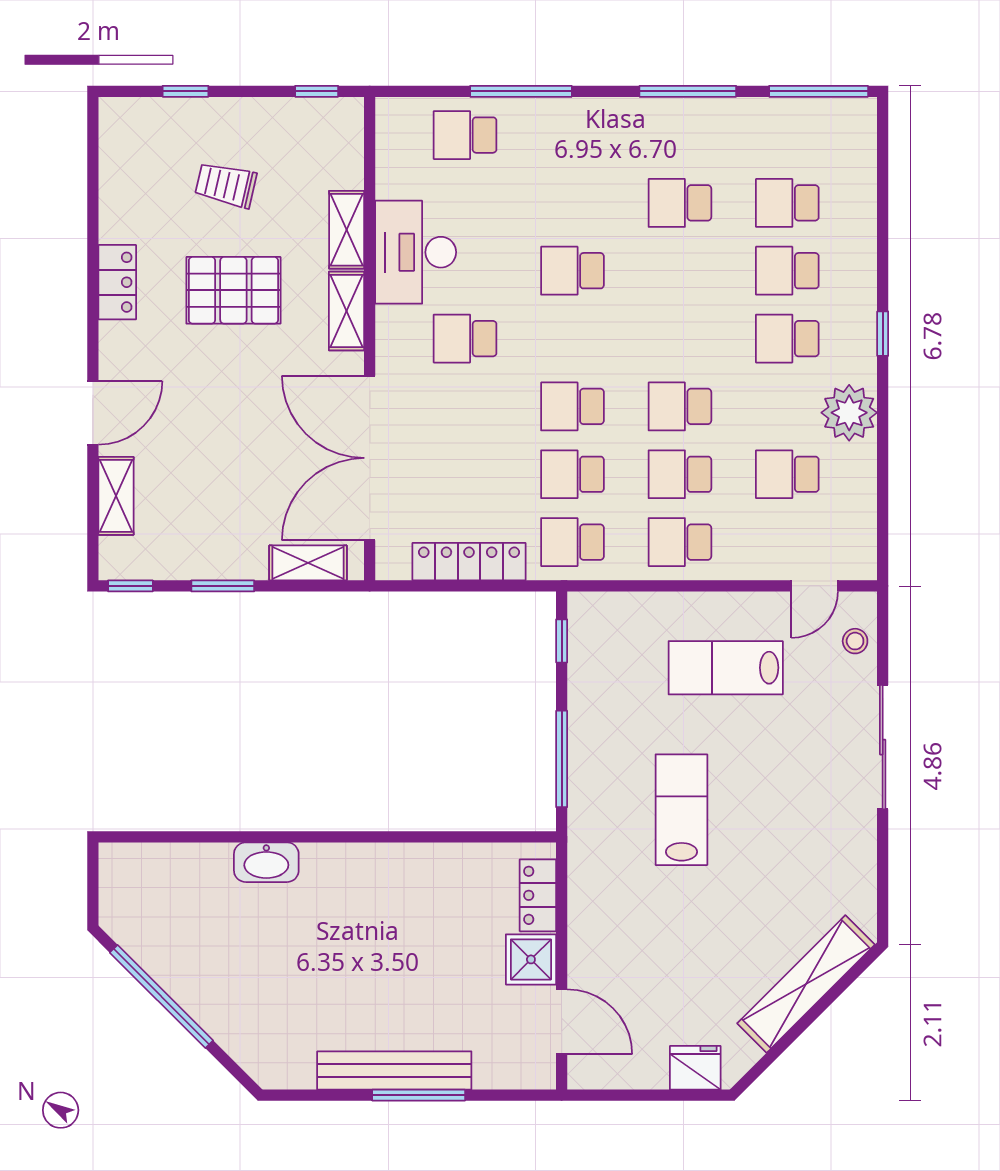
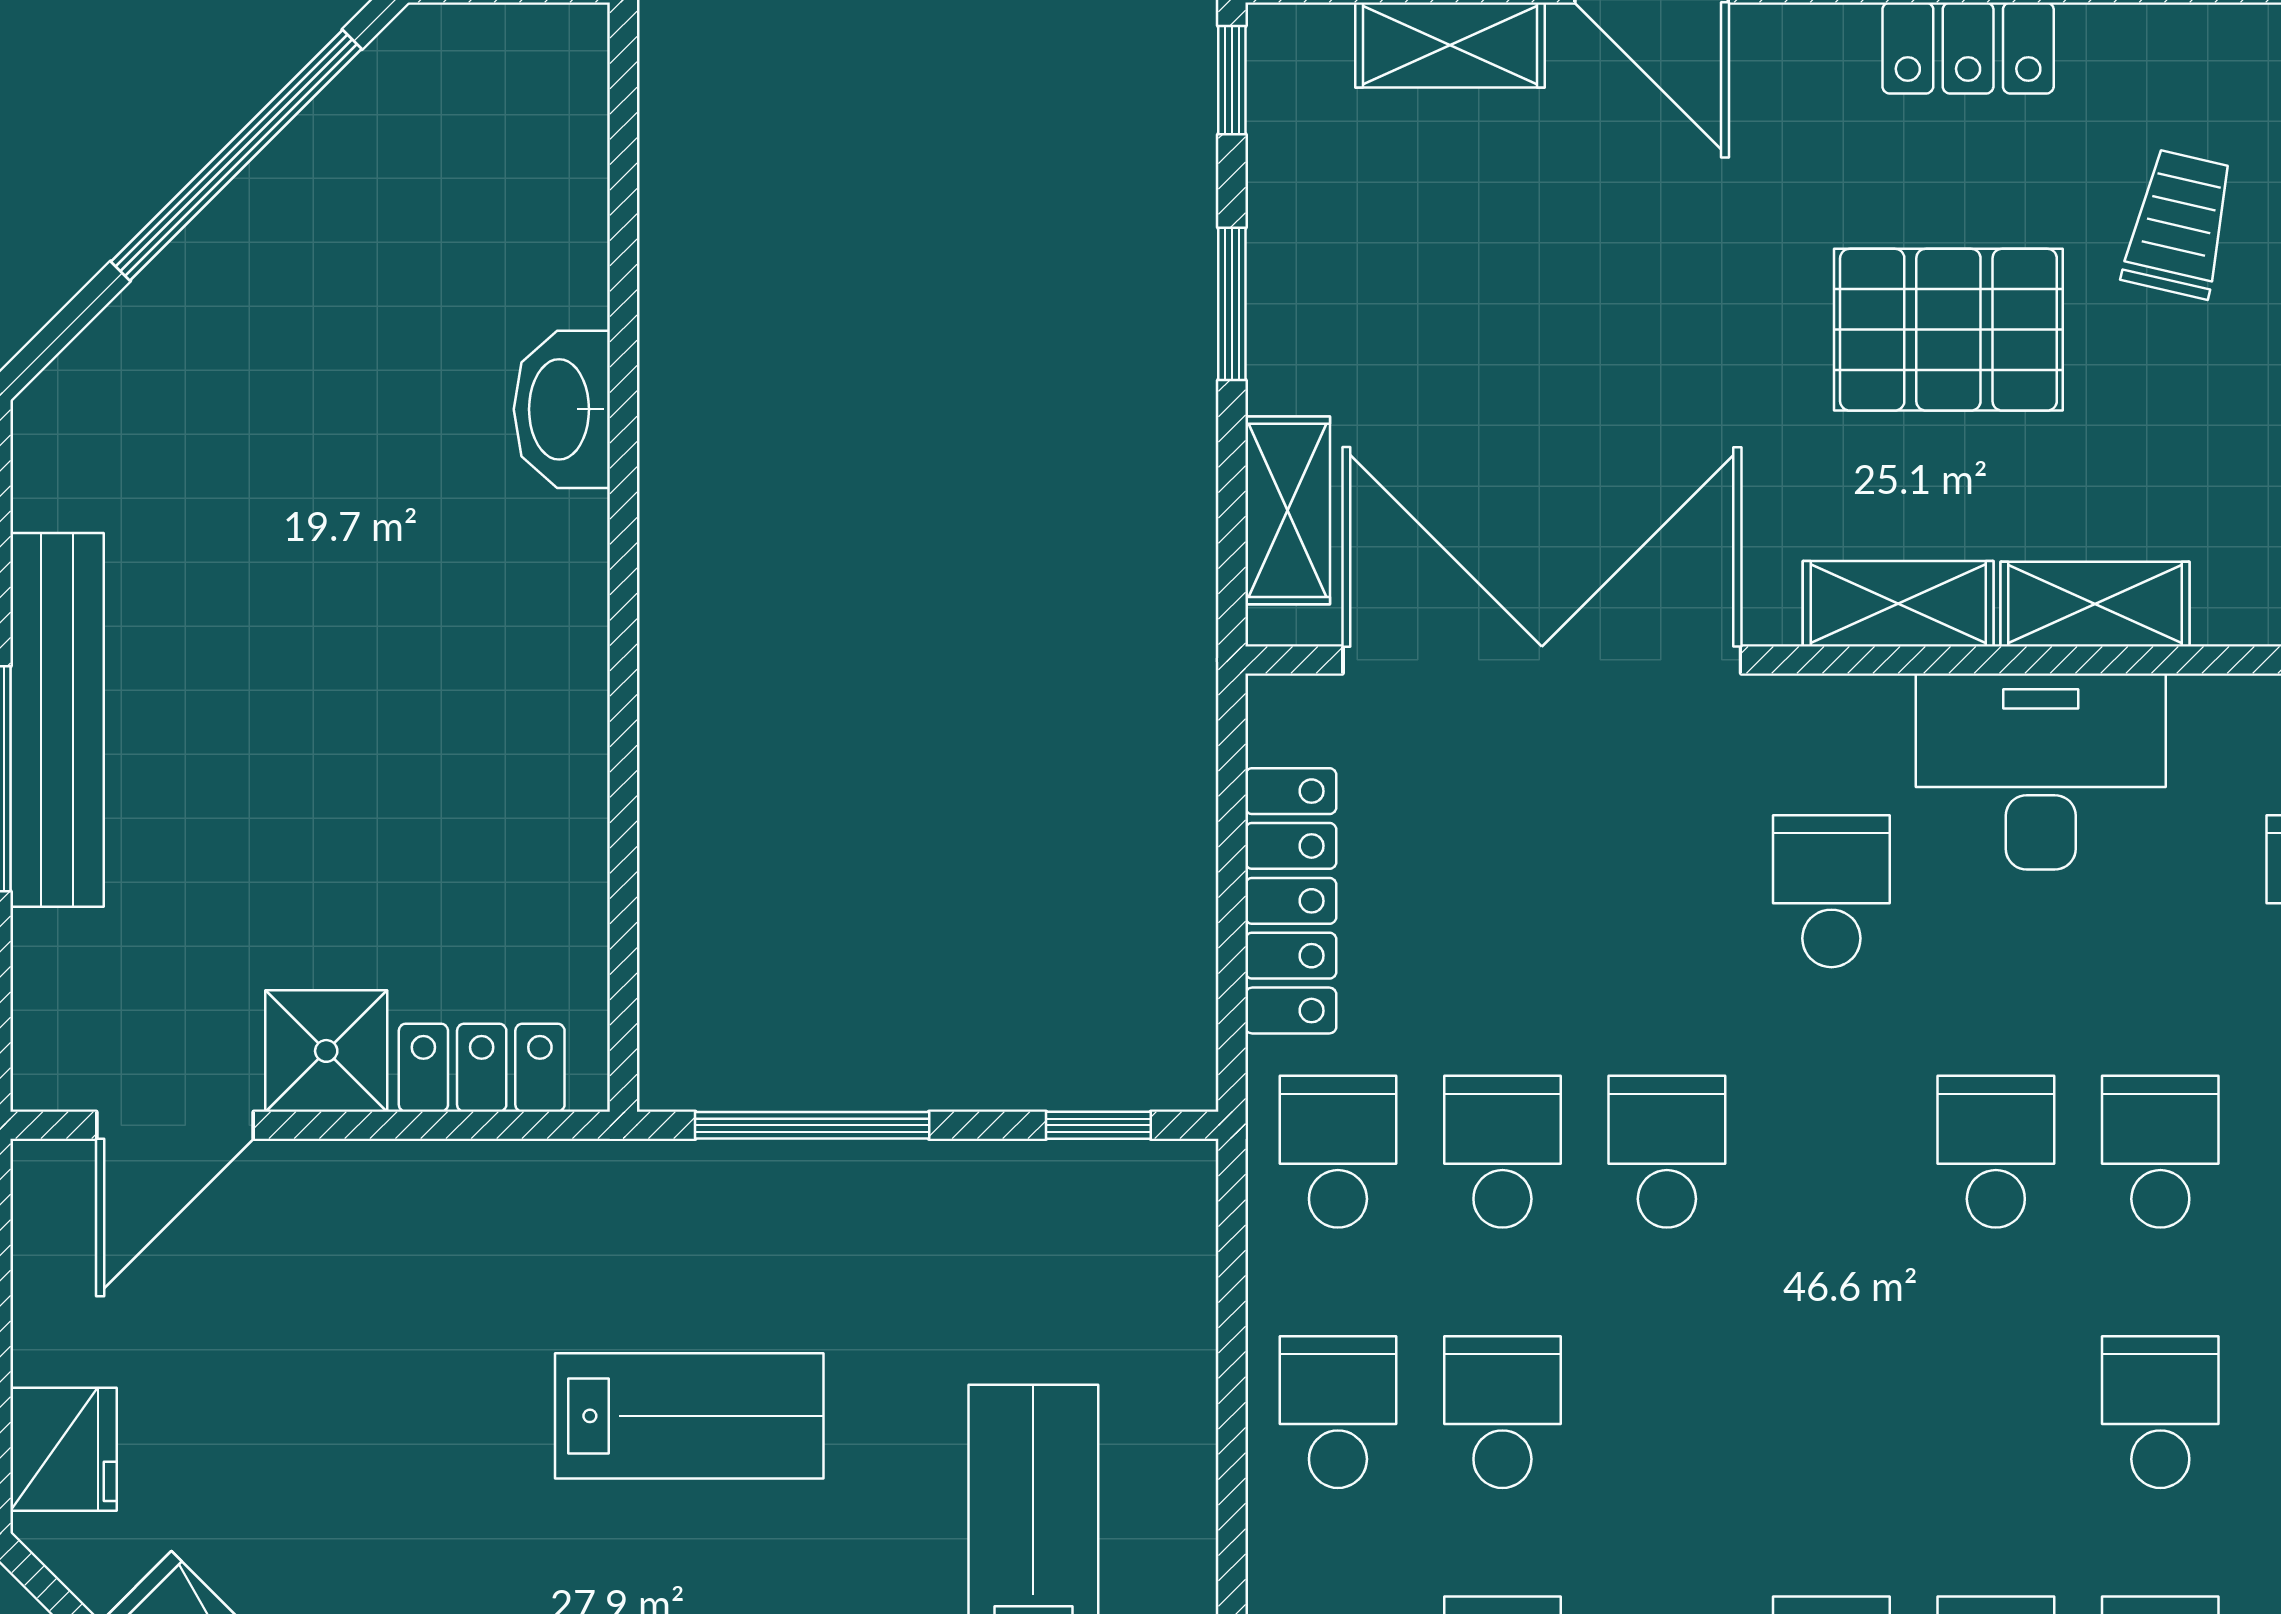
trolley: (226, 185) -> (2179, 224), moved
pallet: (233, 290) -> (1948, 330), turned 90
school desk: (680, 406) -> (2160, 1152), moved

